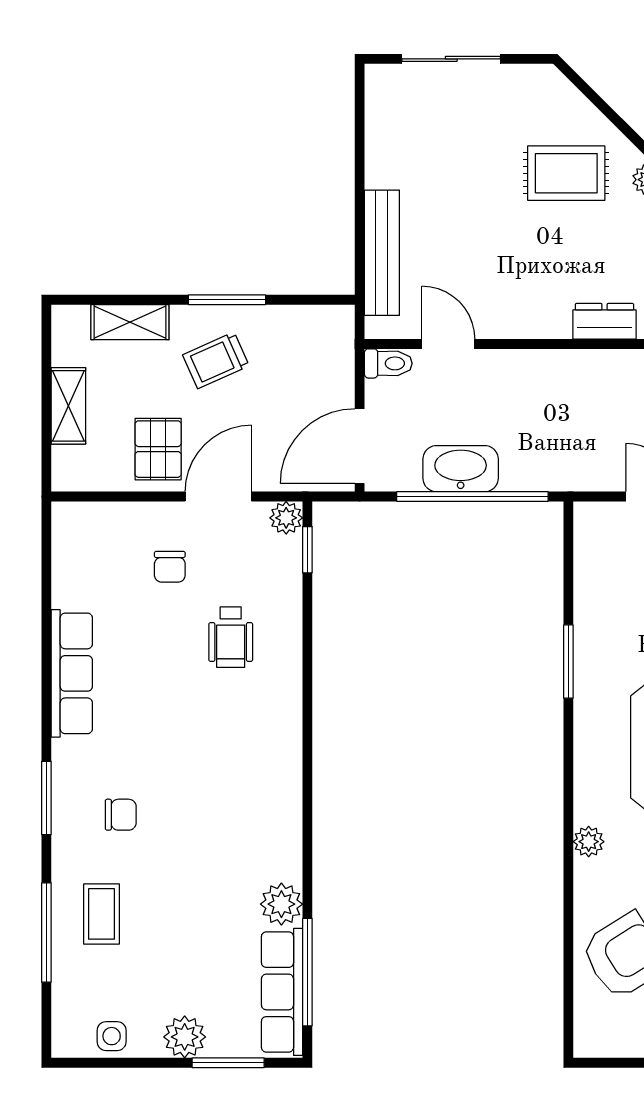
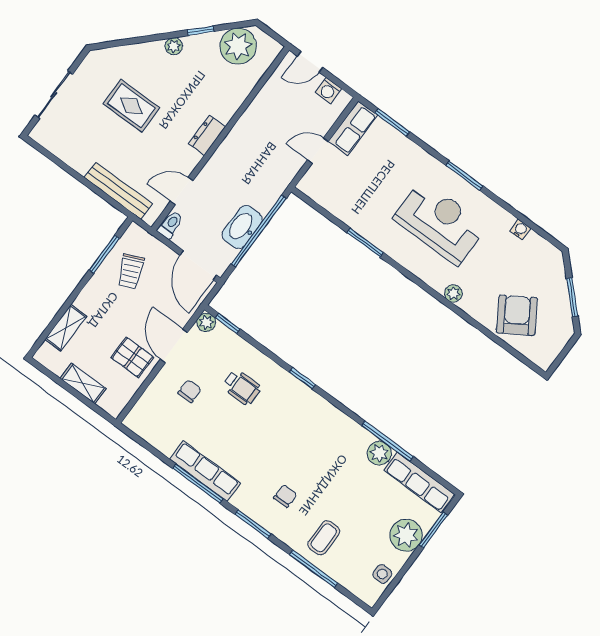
rug: (566, 173) -> (131, 106), moved, turned 90
window: (227, 300) -> (104, 254), moved
dresser: (604, 321) -> (207, 135), moved
trolley: (216, 360) -> (131, 271), moved
chair: (170, 567) -> (190, 391), turned -90
window: (46, 676) -> (198, 483), added
window: (307, 715) -> (302, 378), added
coffee table: (102, 914) -> (324, 538), turned 90
window: (307, 972) -> (387, 441), moved
plant: (185, 1037) -> (406, 535), width x1.36, depth x1.36

